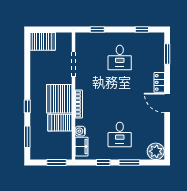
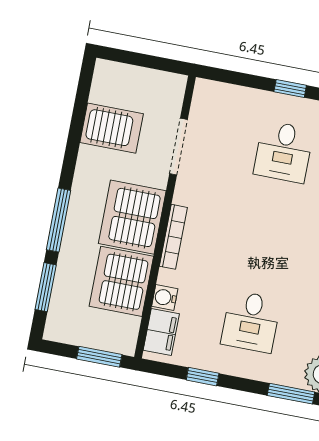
window: (97, 29) -> (290, 89), moved
server rack: (43, 41) -> (112, 128), moved
window: (27, 106) -> (58, 220), width x2.17
server rack: (60, 123) -> (121, 281), width x1.60
window: (129, 163) -> (291, 394), moved

